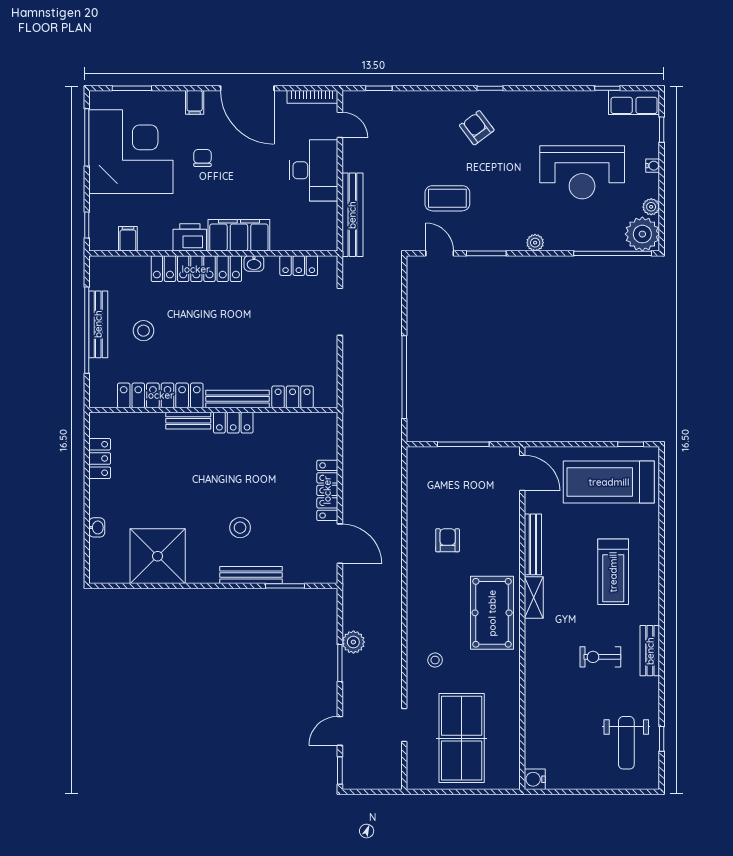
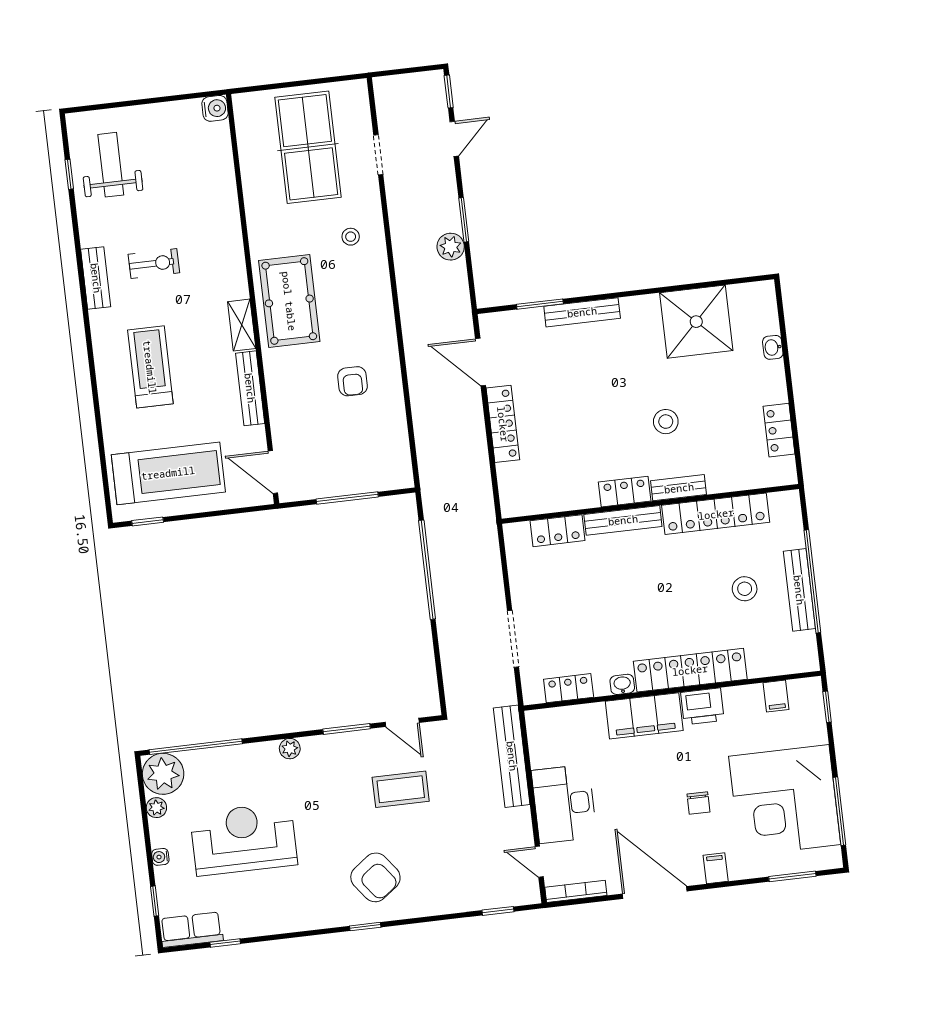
armchair: (477, 128) -> (375, 877), width x1.38, depth x1.38
stool: (240, 528) -> (666, 422), moved

